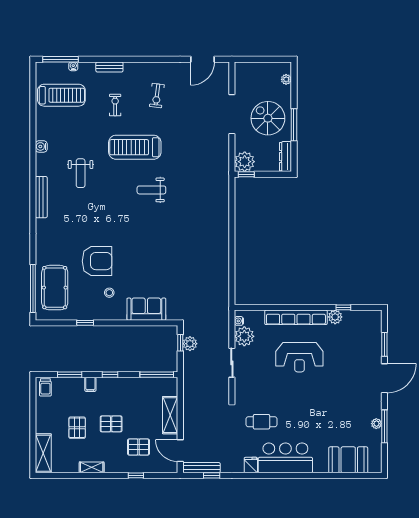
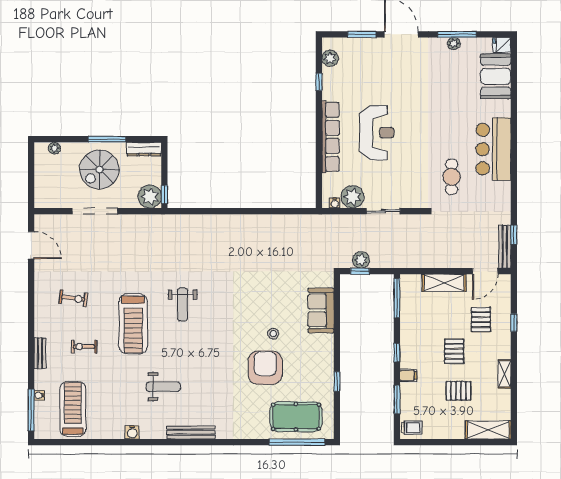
stool: (109, 293) -> (273, 334), moved
plant: (335, 317) -> (330, 58), moved
fridge: (251, 465) -> (502, 45), moved

